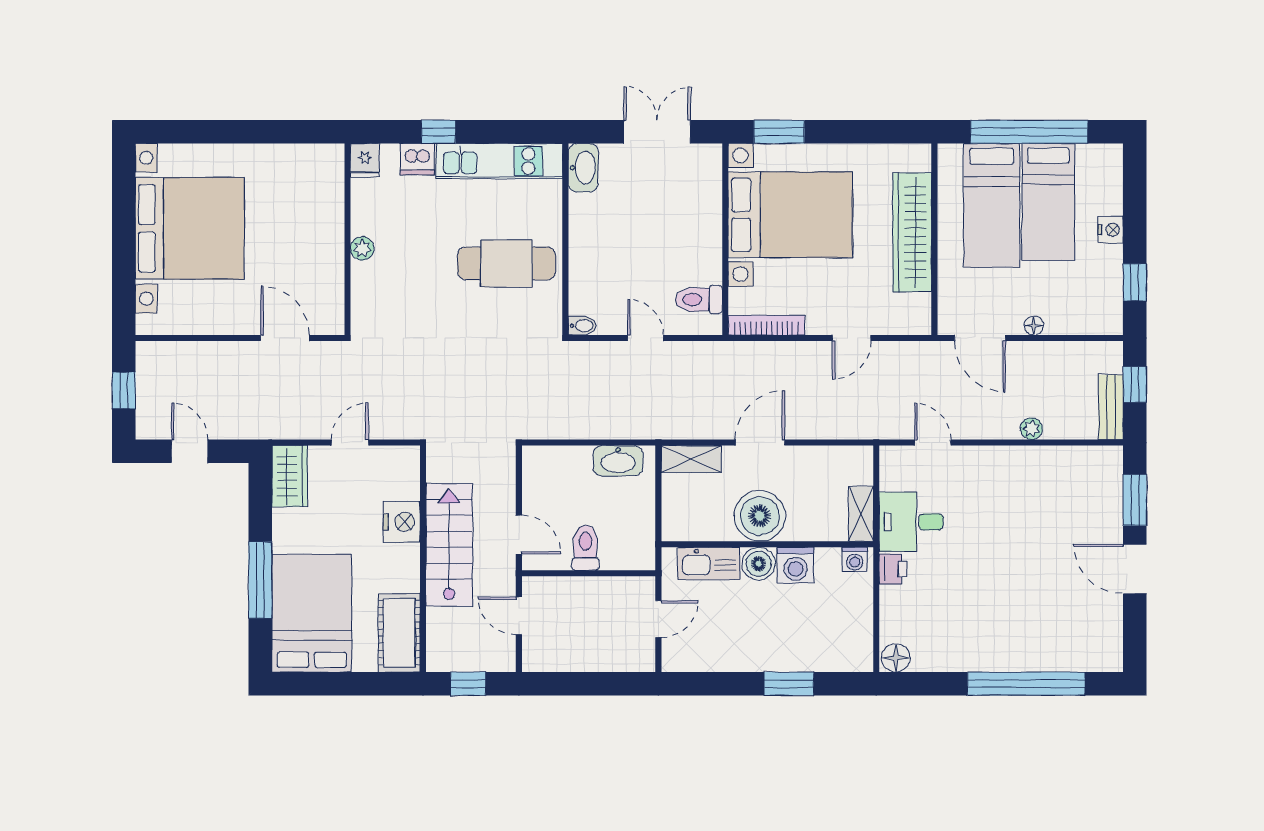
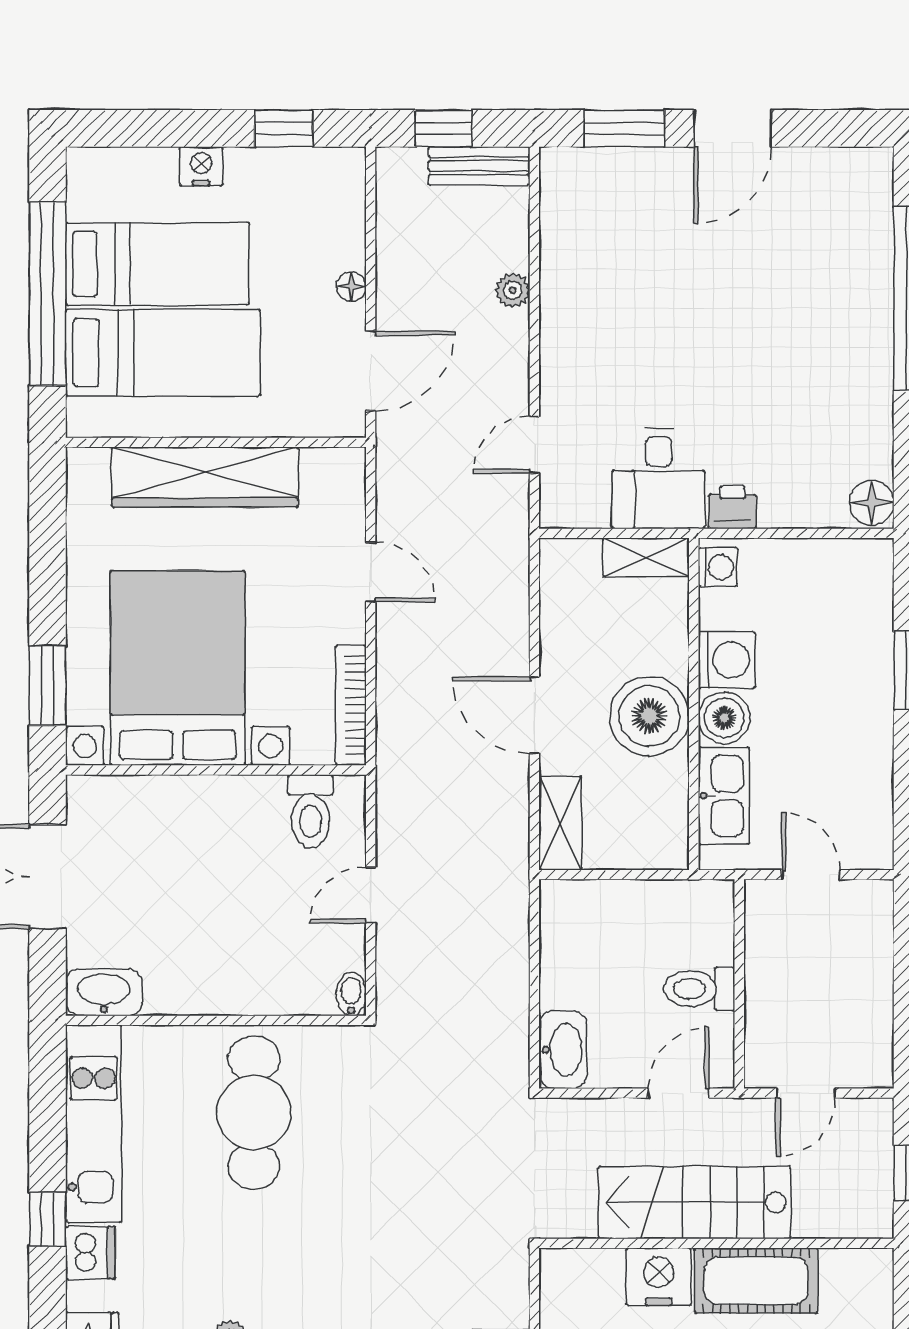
washbasin: (618, 461) -> (563, 1050), moved
cot: (399, 633) -> (756, 1281), moved

